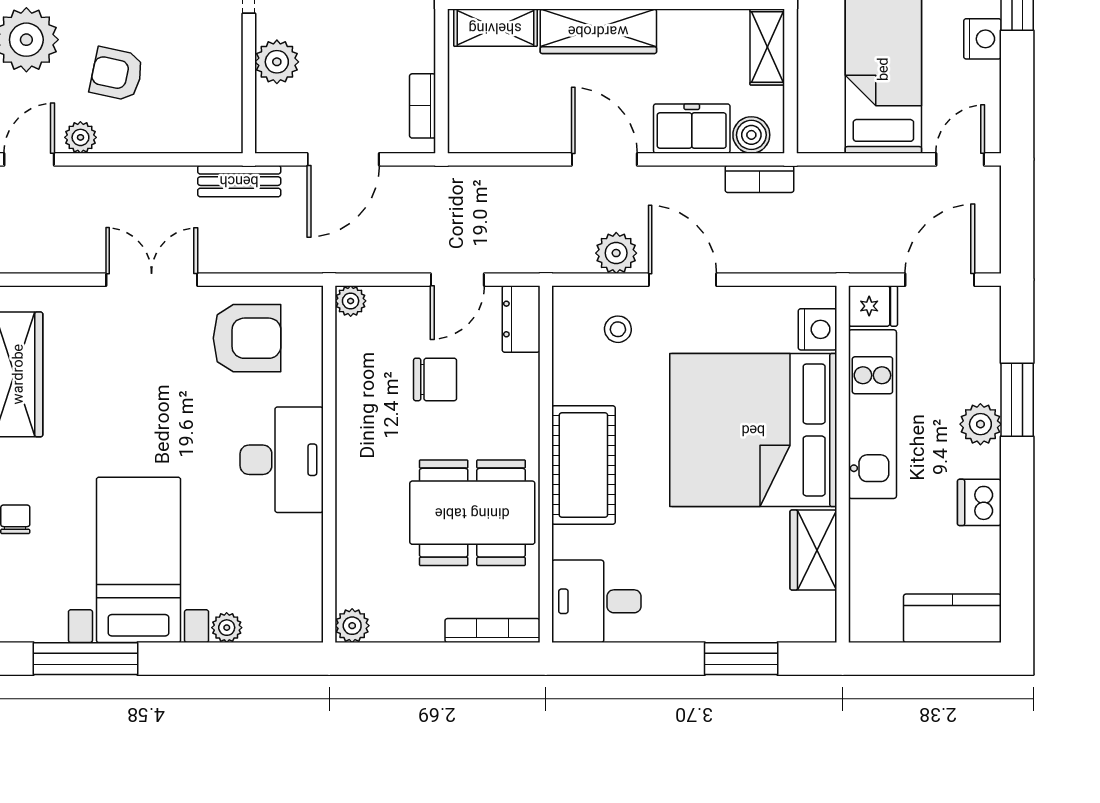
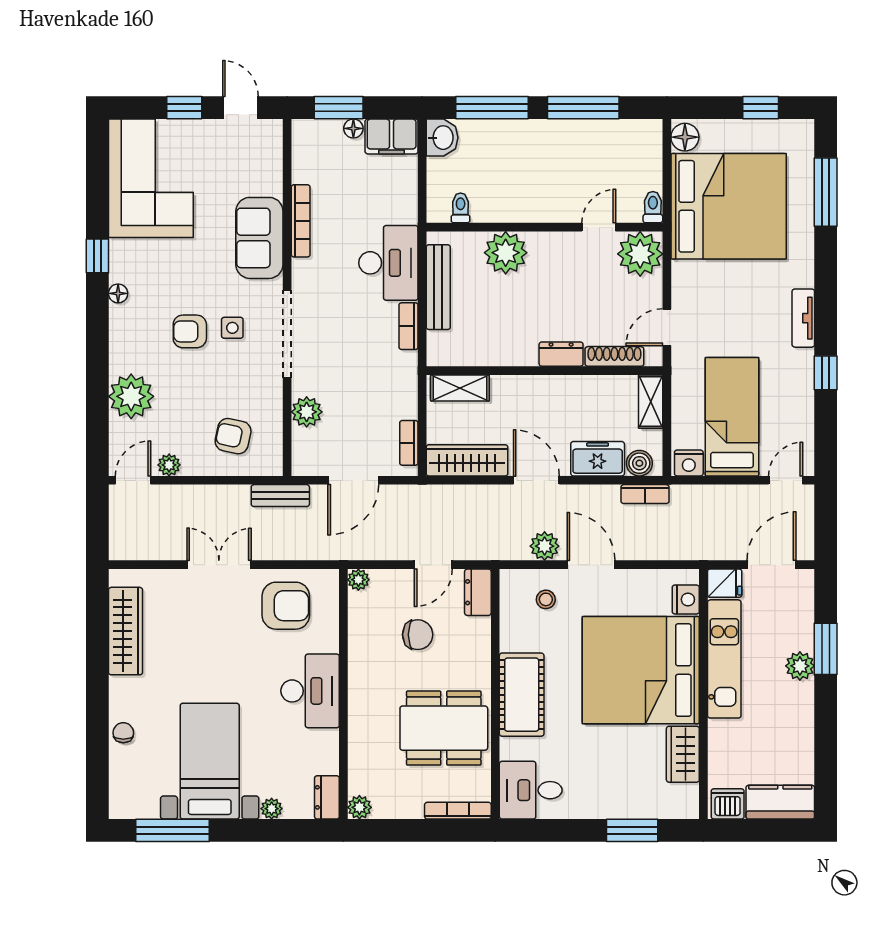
wardrobe: (598, 31) -> (467, 460), moved, turned 180
nightstand: (982, 39) -> (689, 463), moved, turned 90
armchair: (117, 74) -> (233, 436), moved
dishwasher: (979, 502) -> (728, 804), moved, turned 90
dresser: (306, 612) -> (327, 797), added

